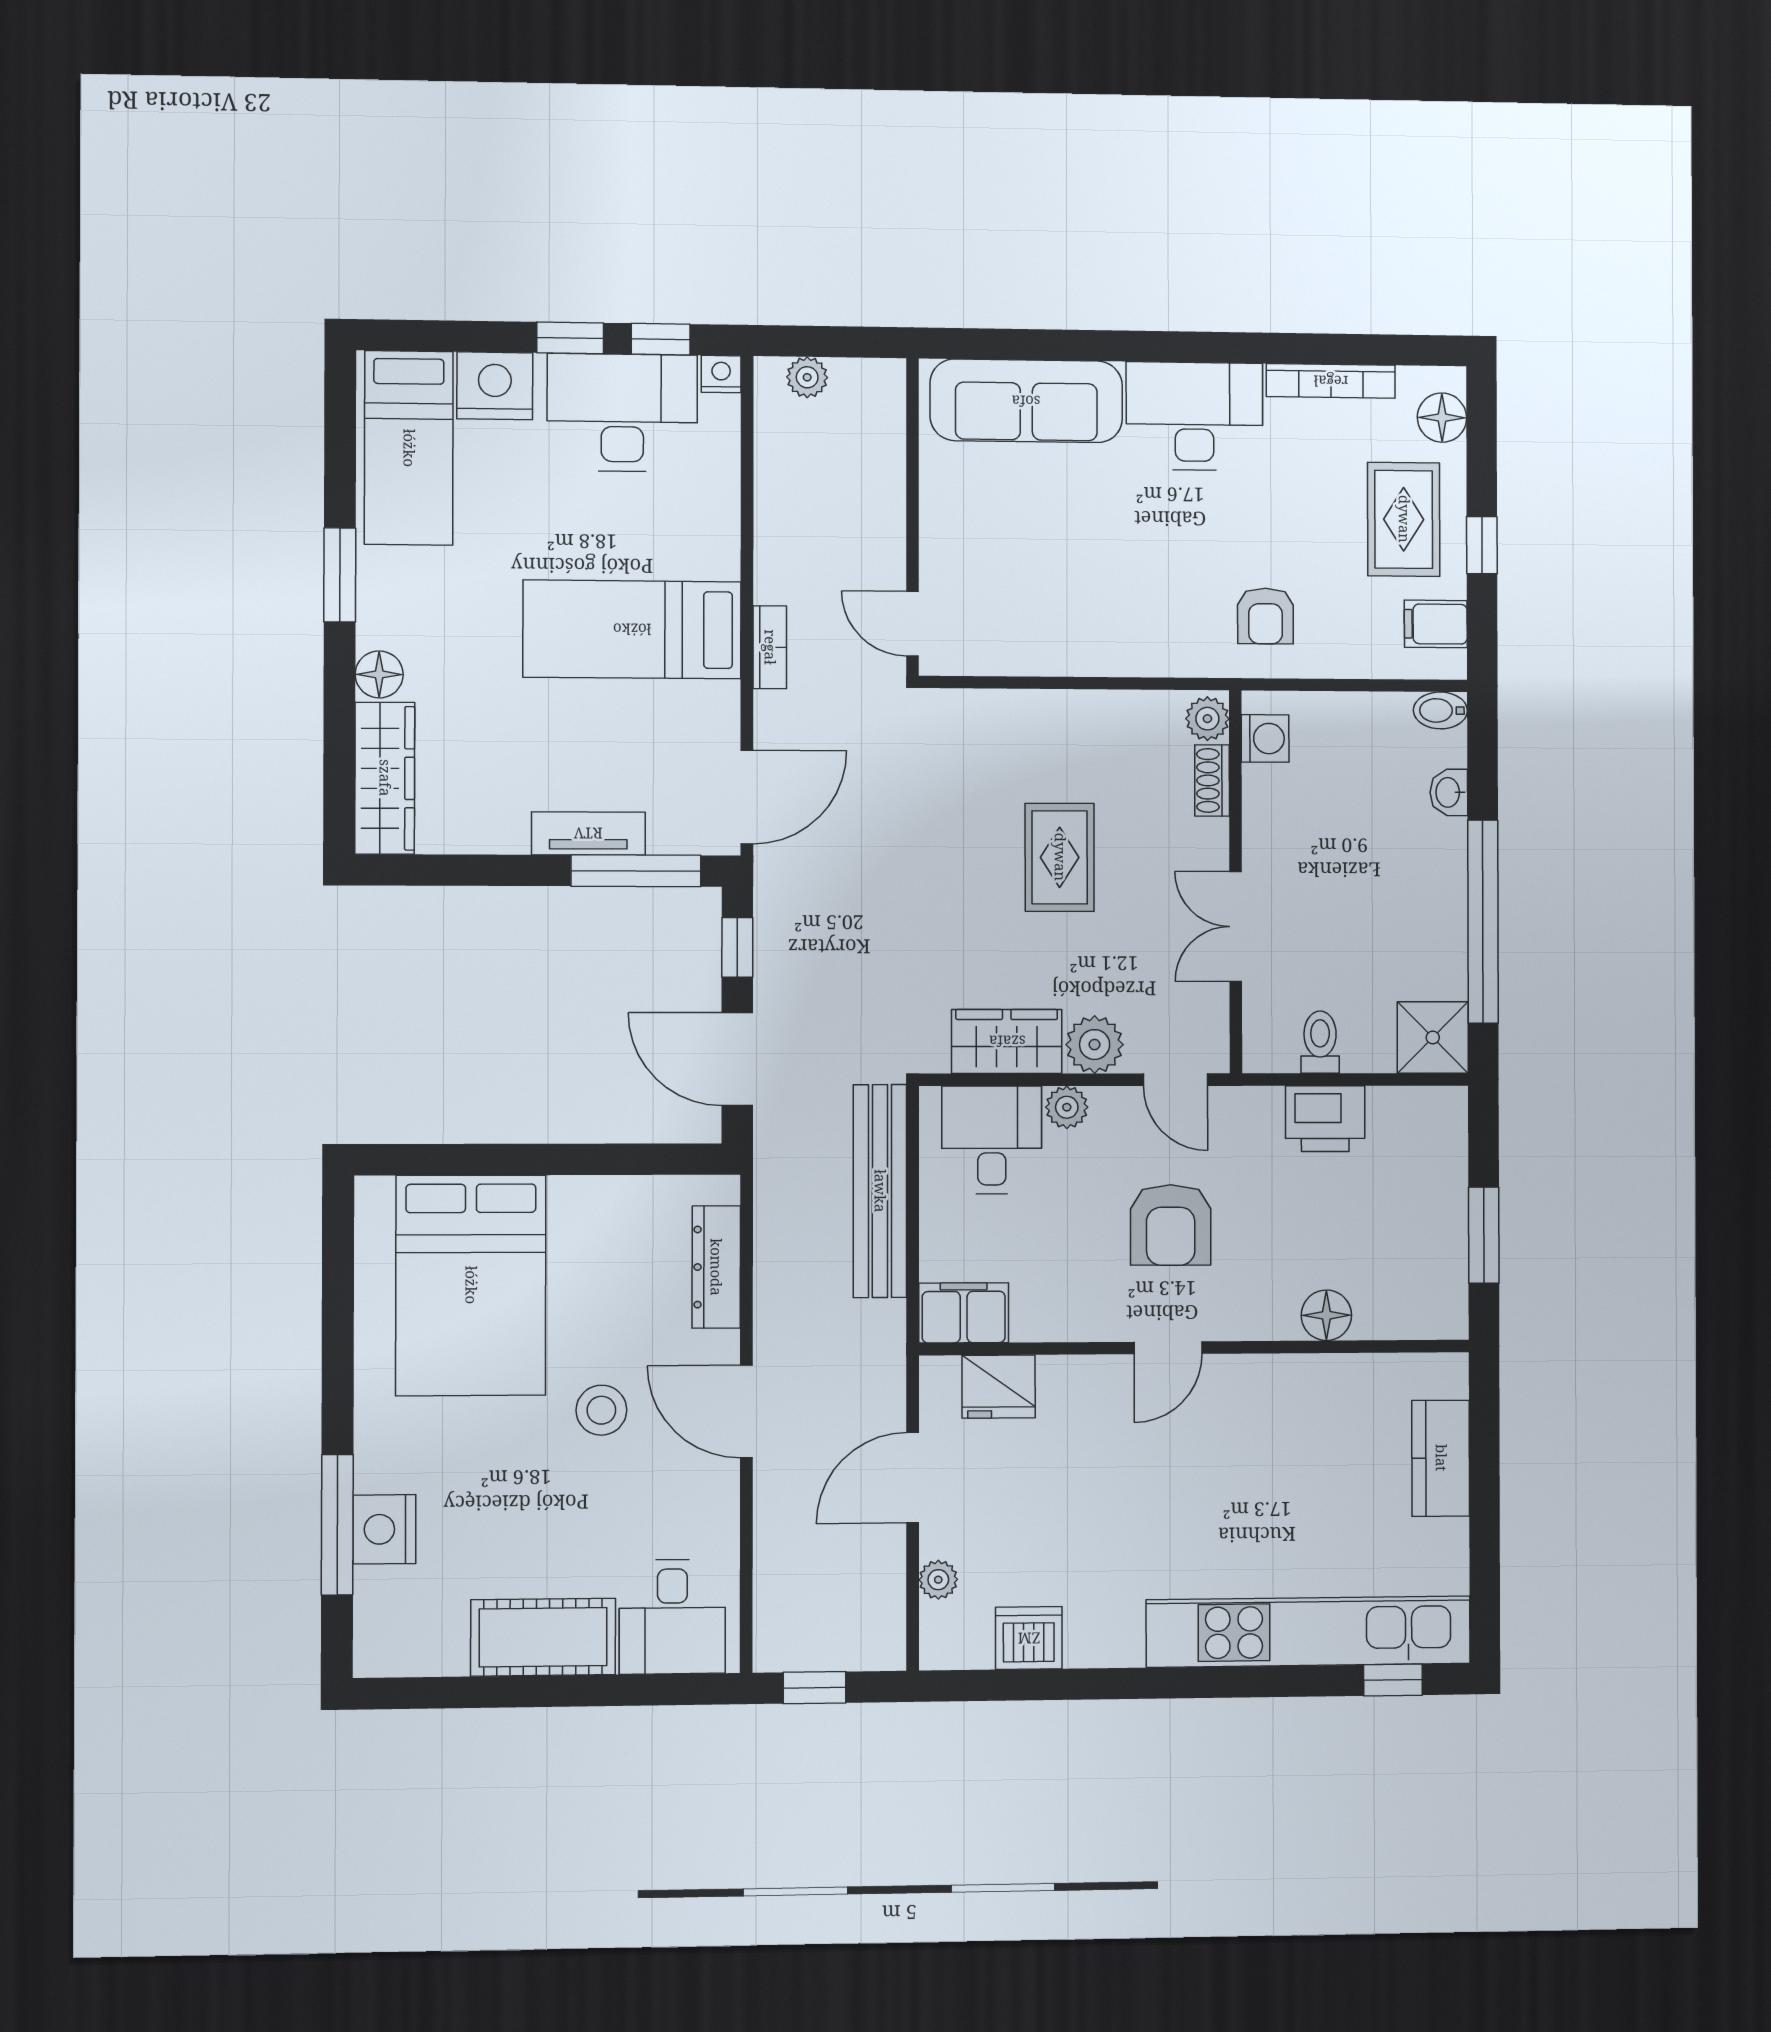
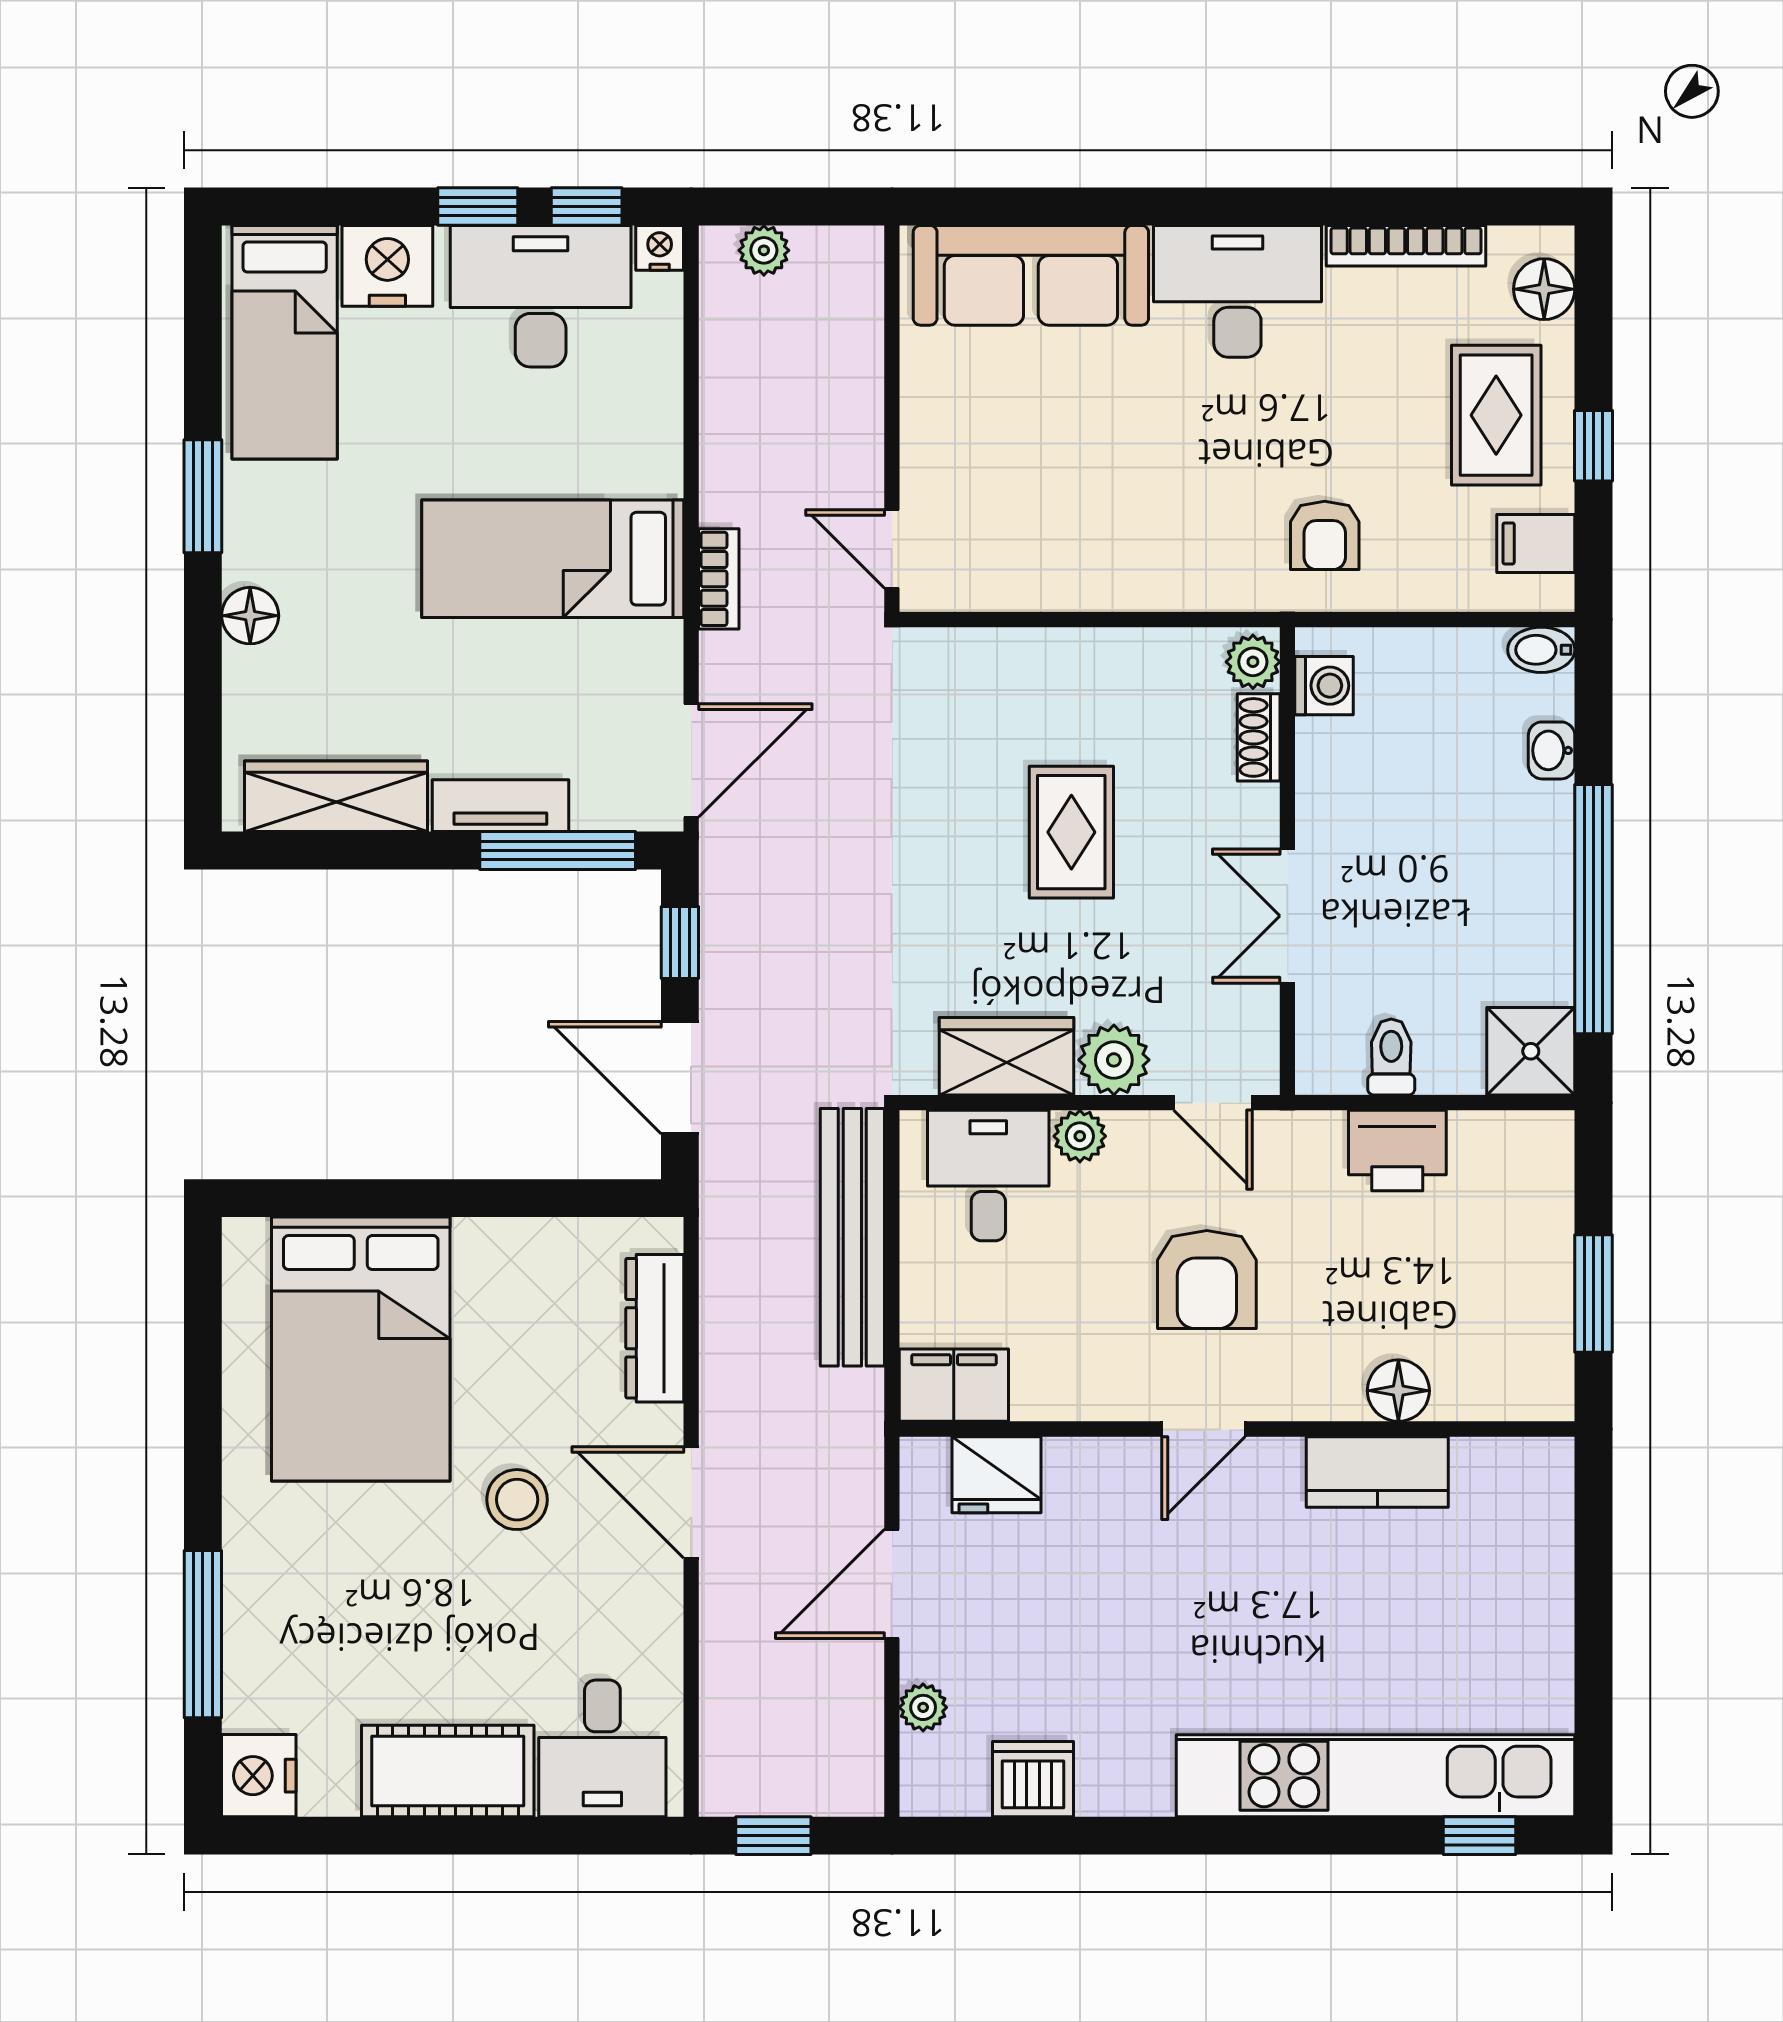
wardrobe: (385, 778) -> (336, 796), moved, turned -90
kitchen counter: (1441, 1458) -> (1377, 1472), moved, turned -90
nightstand: (384, 1529) -> (259, 1776), moved

